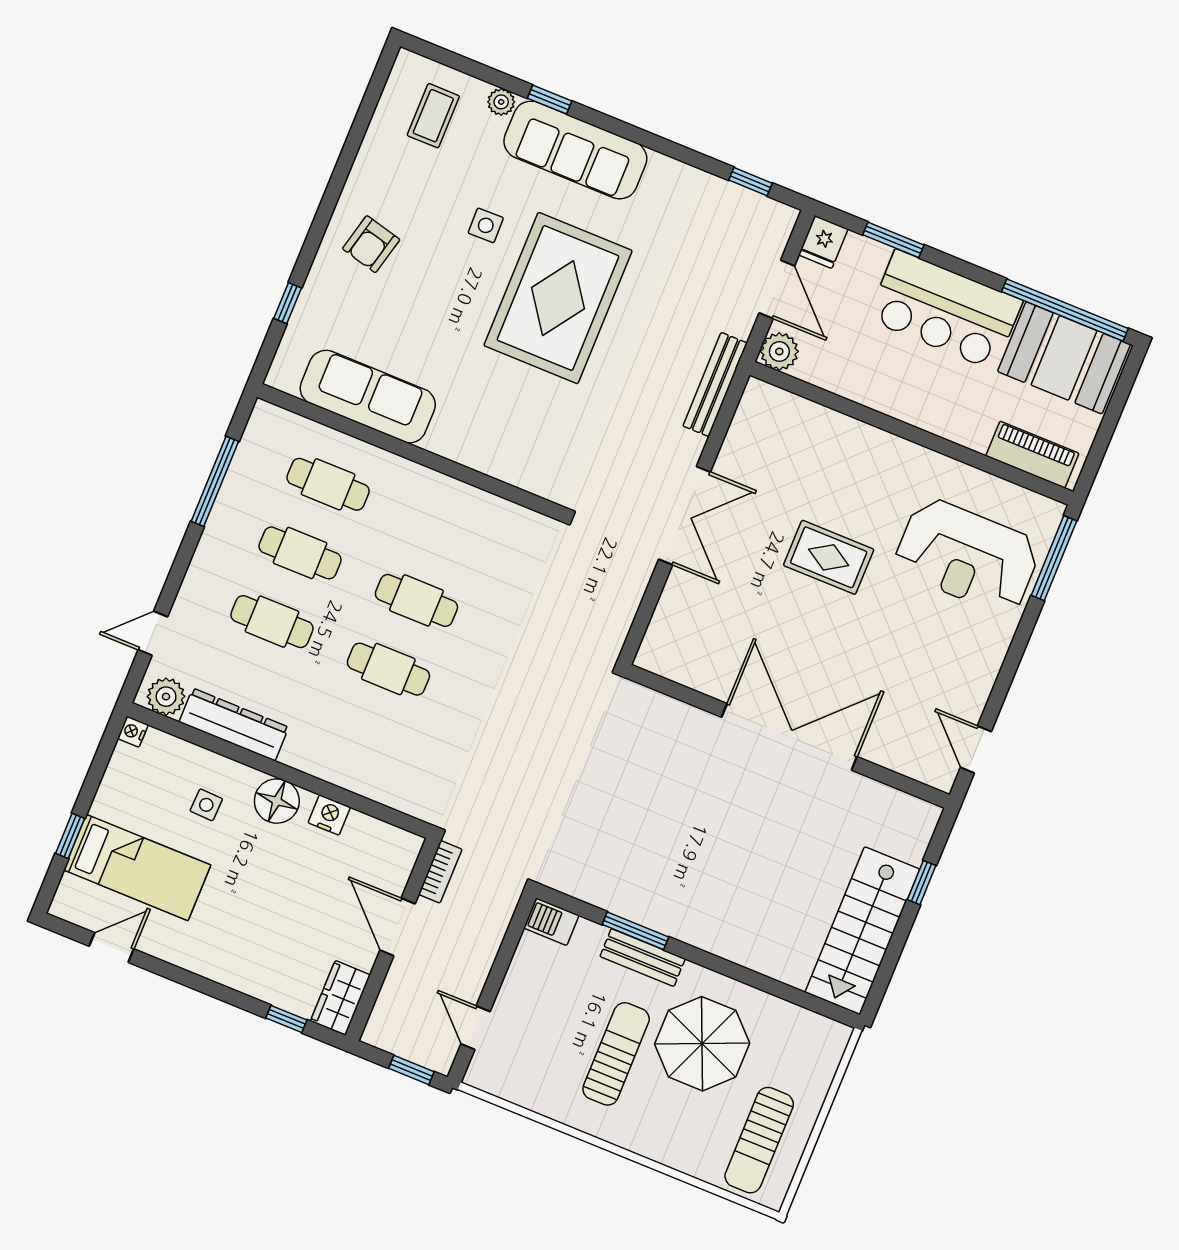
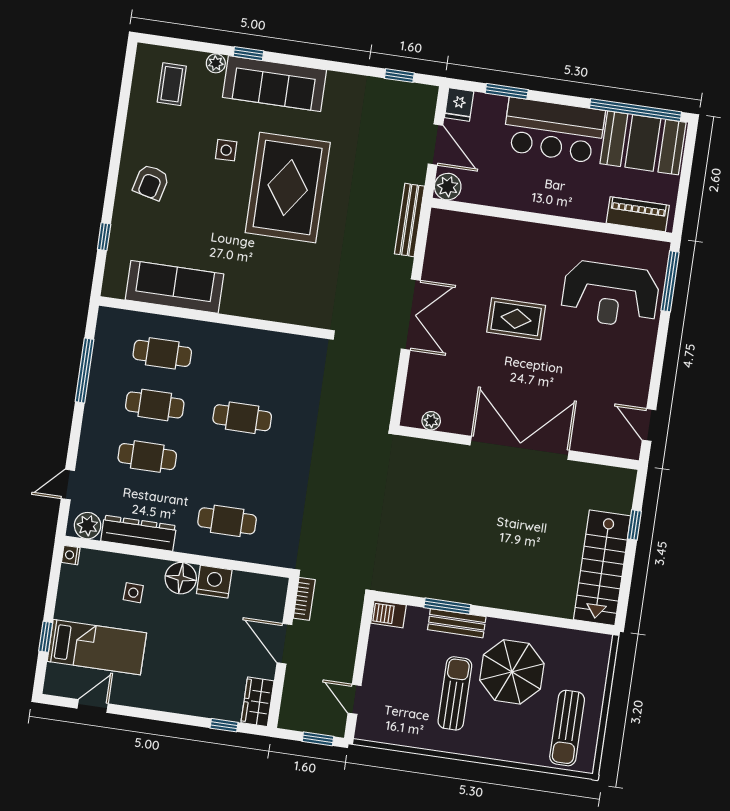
cafe table: (388, 669) -> (227, 521), moved
plant: (676, 669) -> (431, 421), added
nightstand: (329, 815) -> (214, 582), width x1.36, depth x1.33

